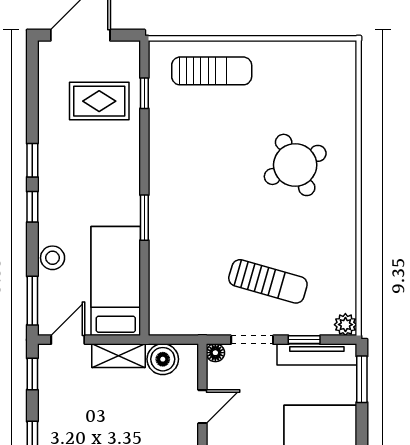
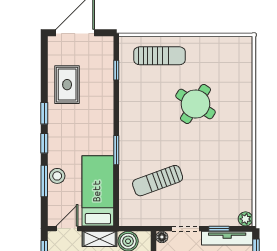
rug: (99, 101) -> (67, 85), moved, turned 90
round table: (295, 165) -> (196, 104), moved, turned -30
sun lounger: (268, 281) -> (158, 181), moved, turned 144
window: (32, 301) -> (44, 181), moved

